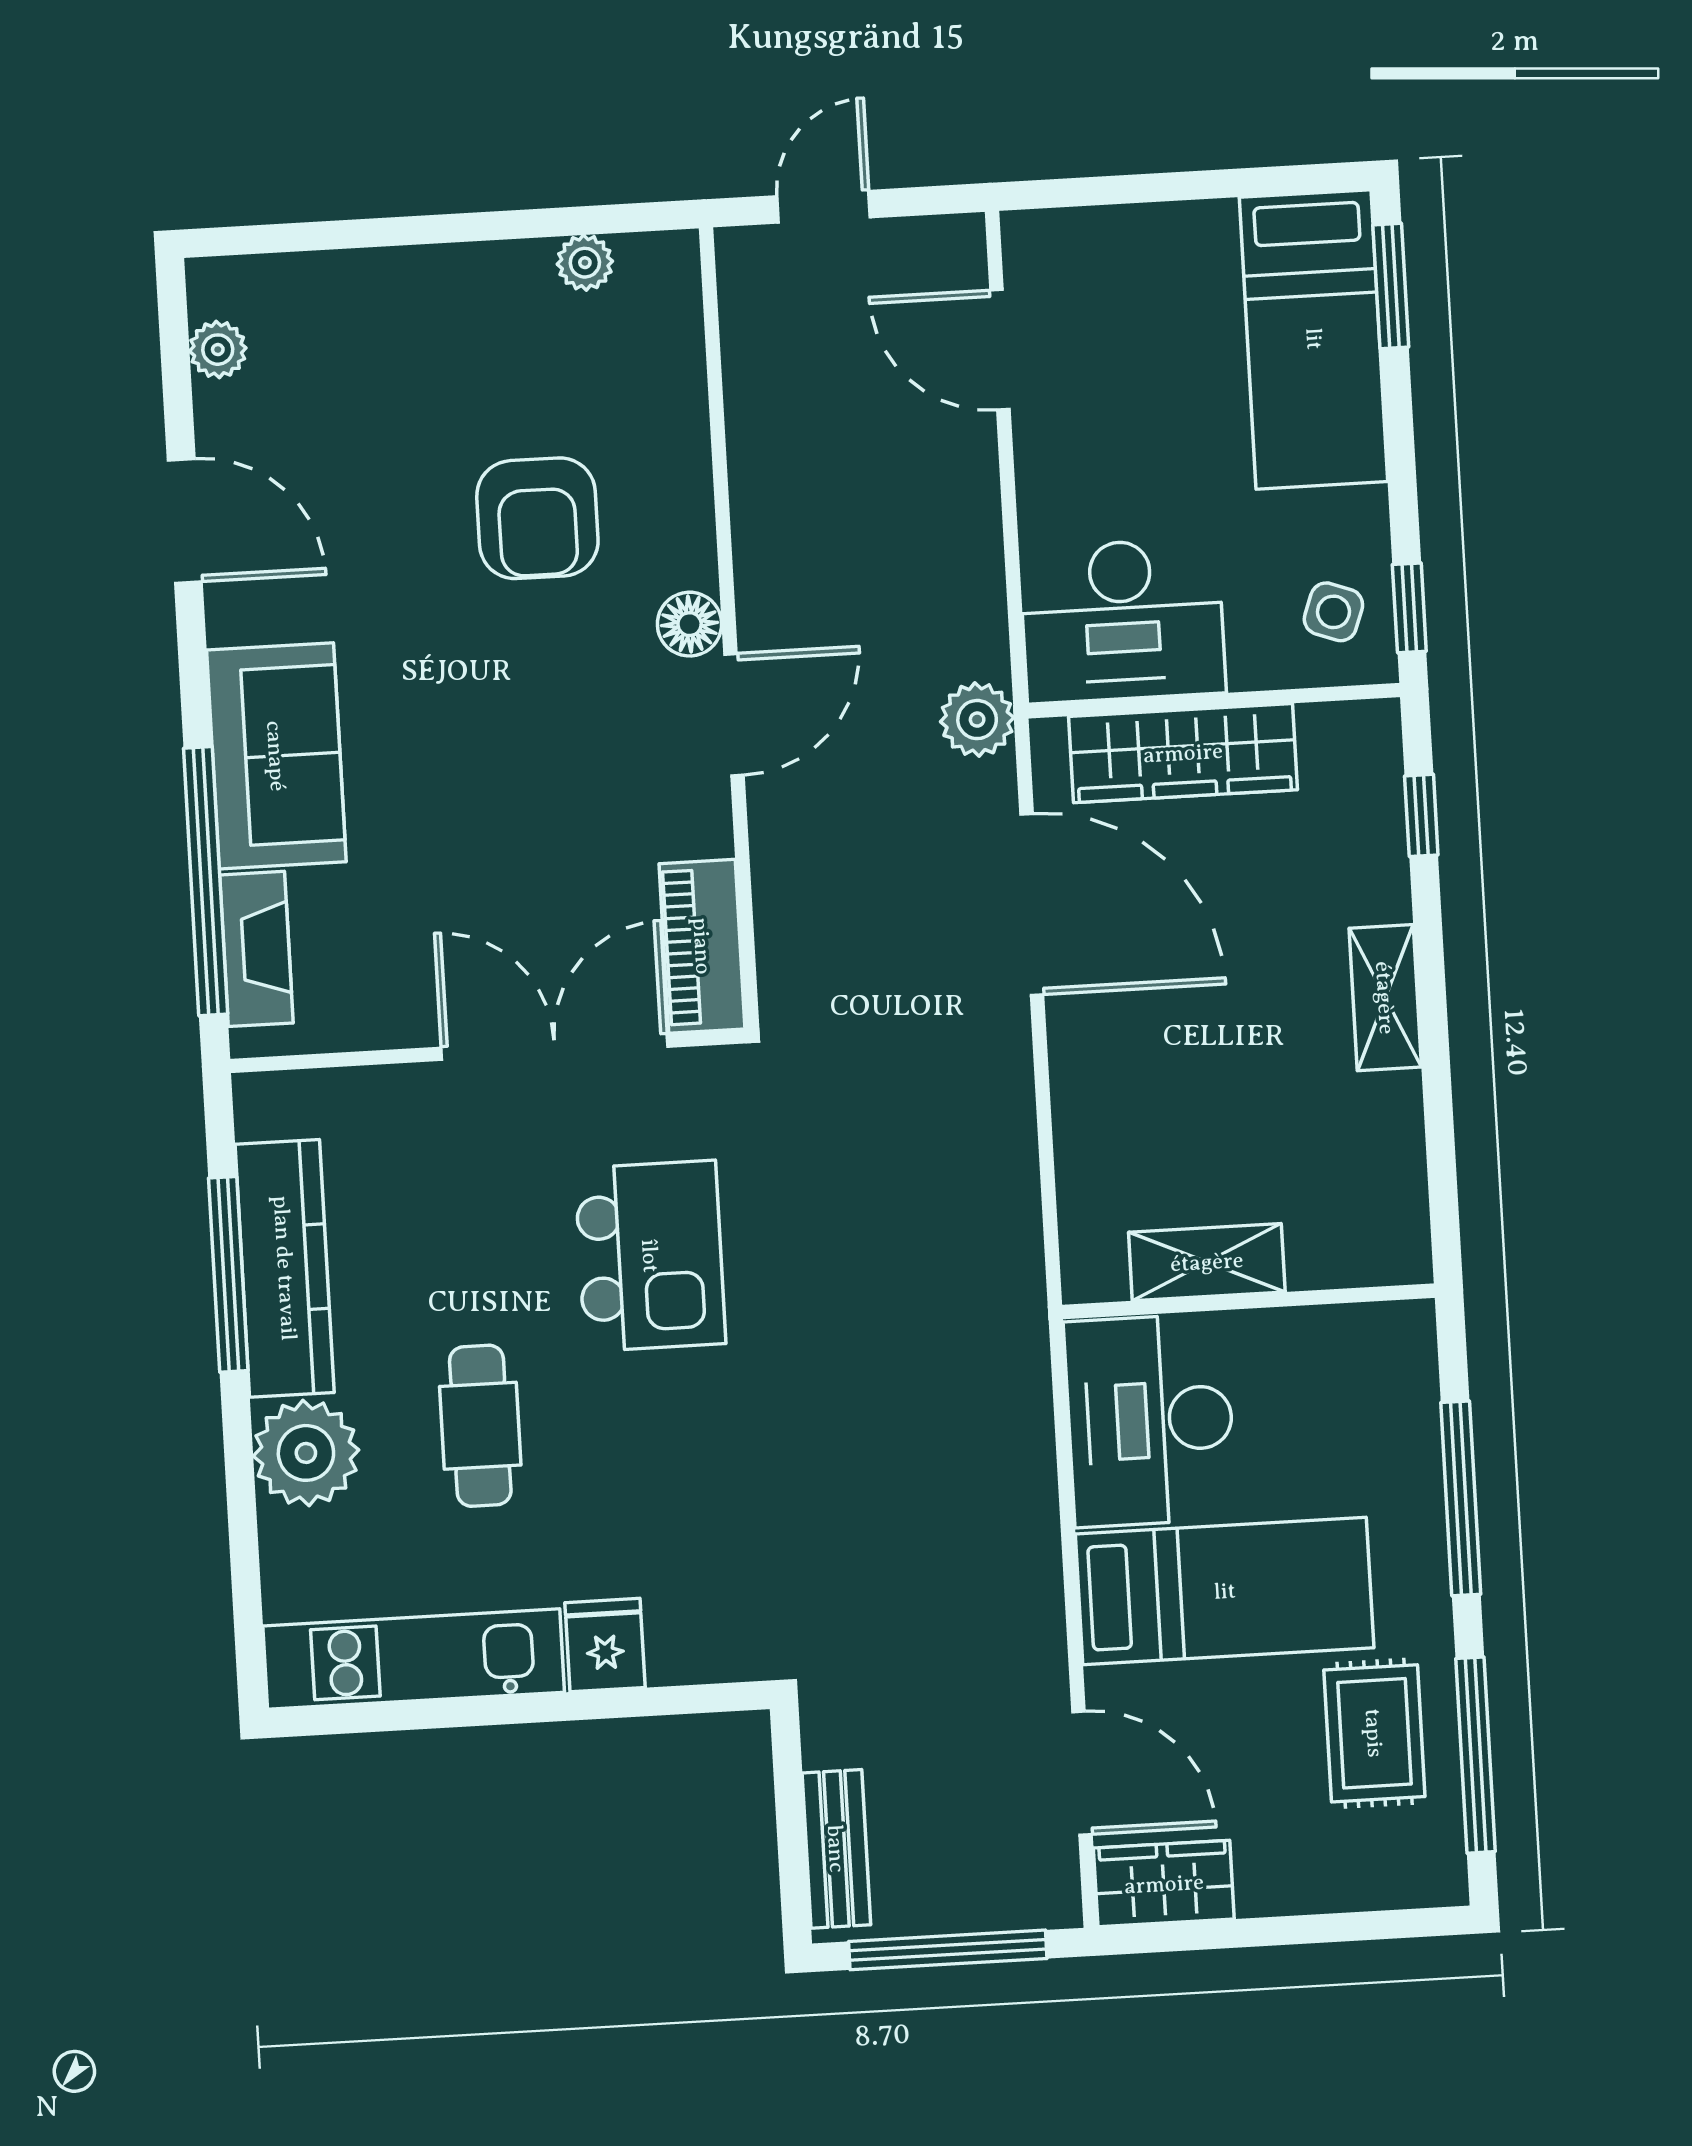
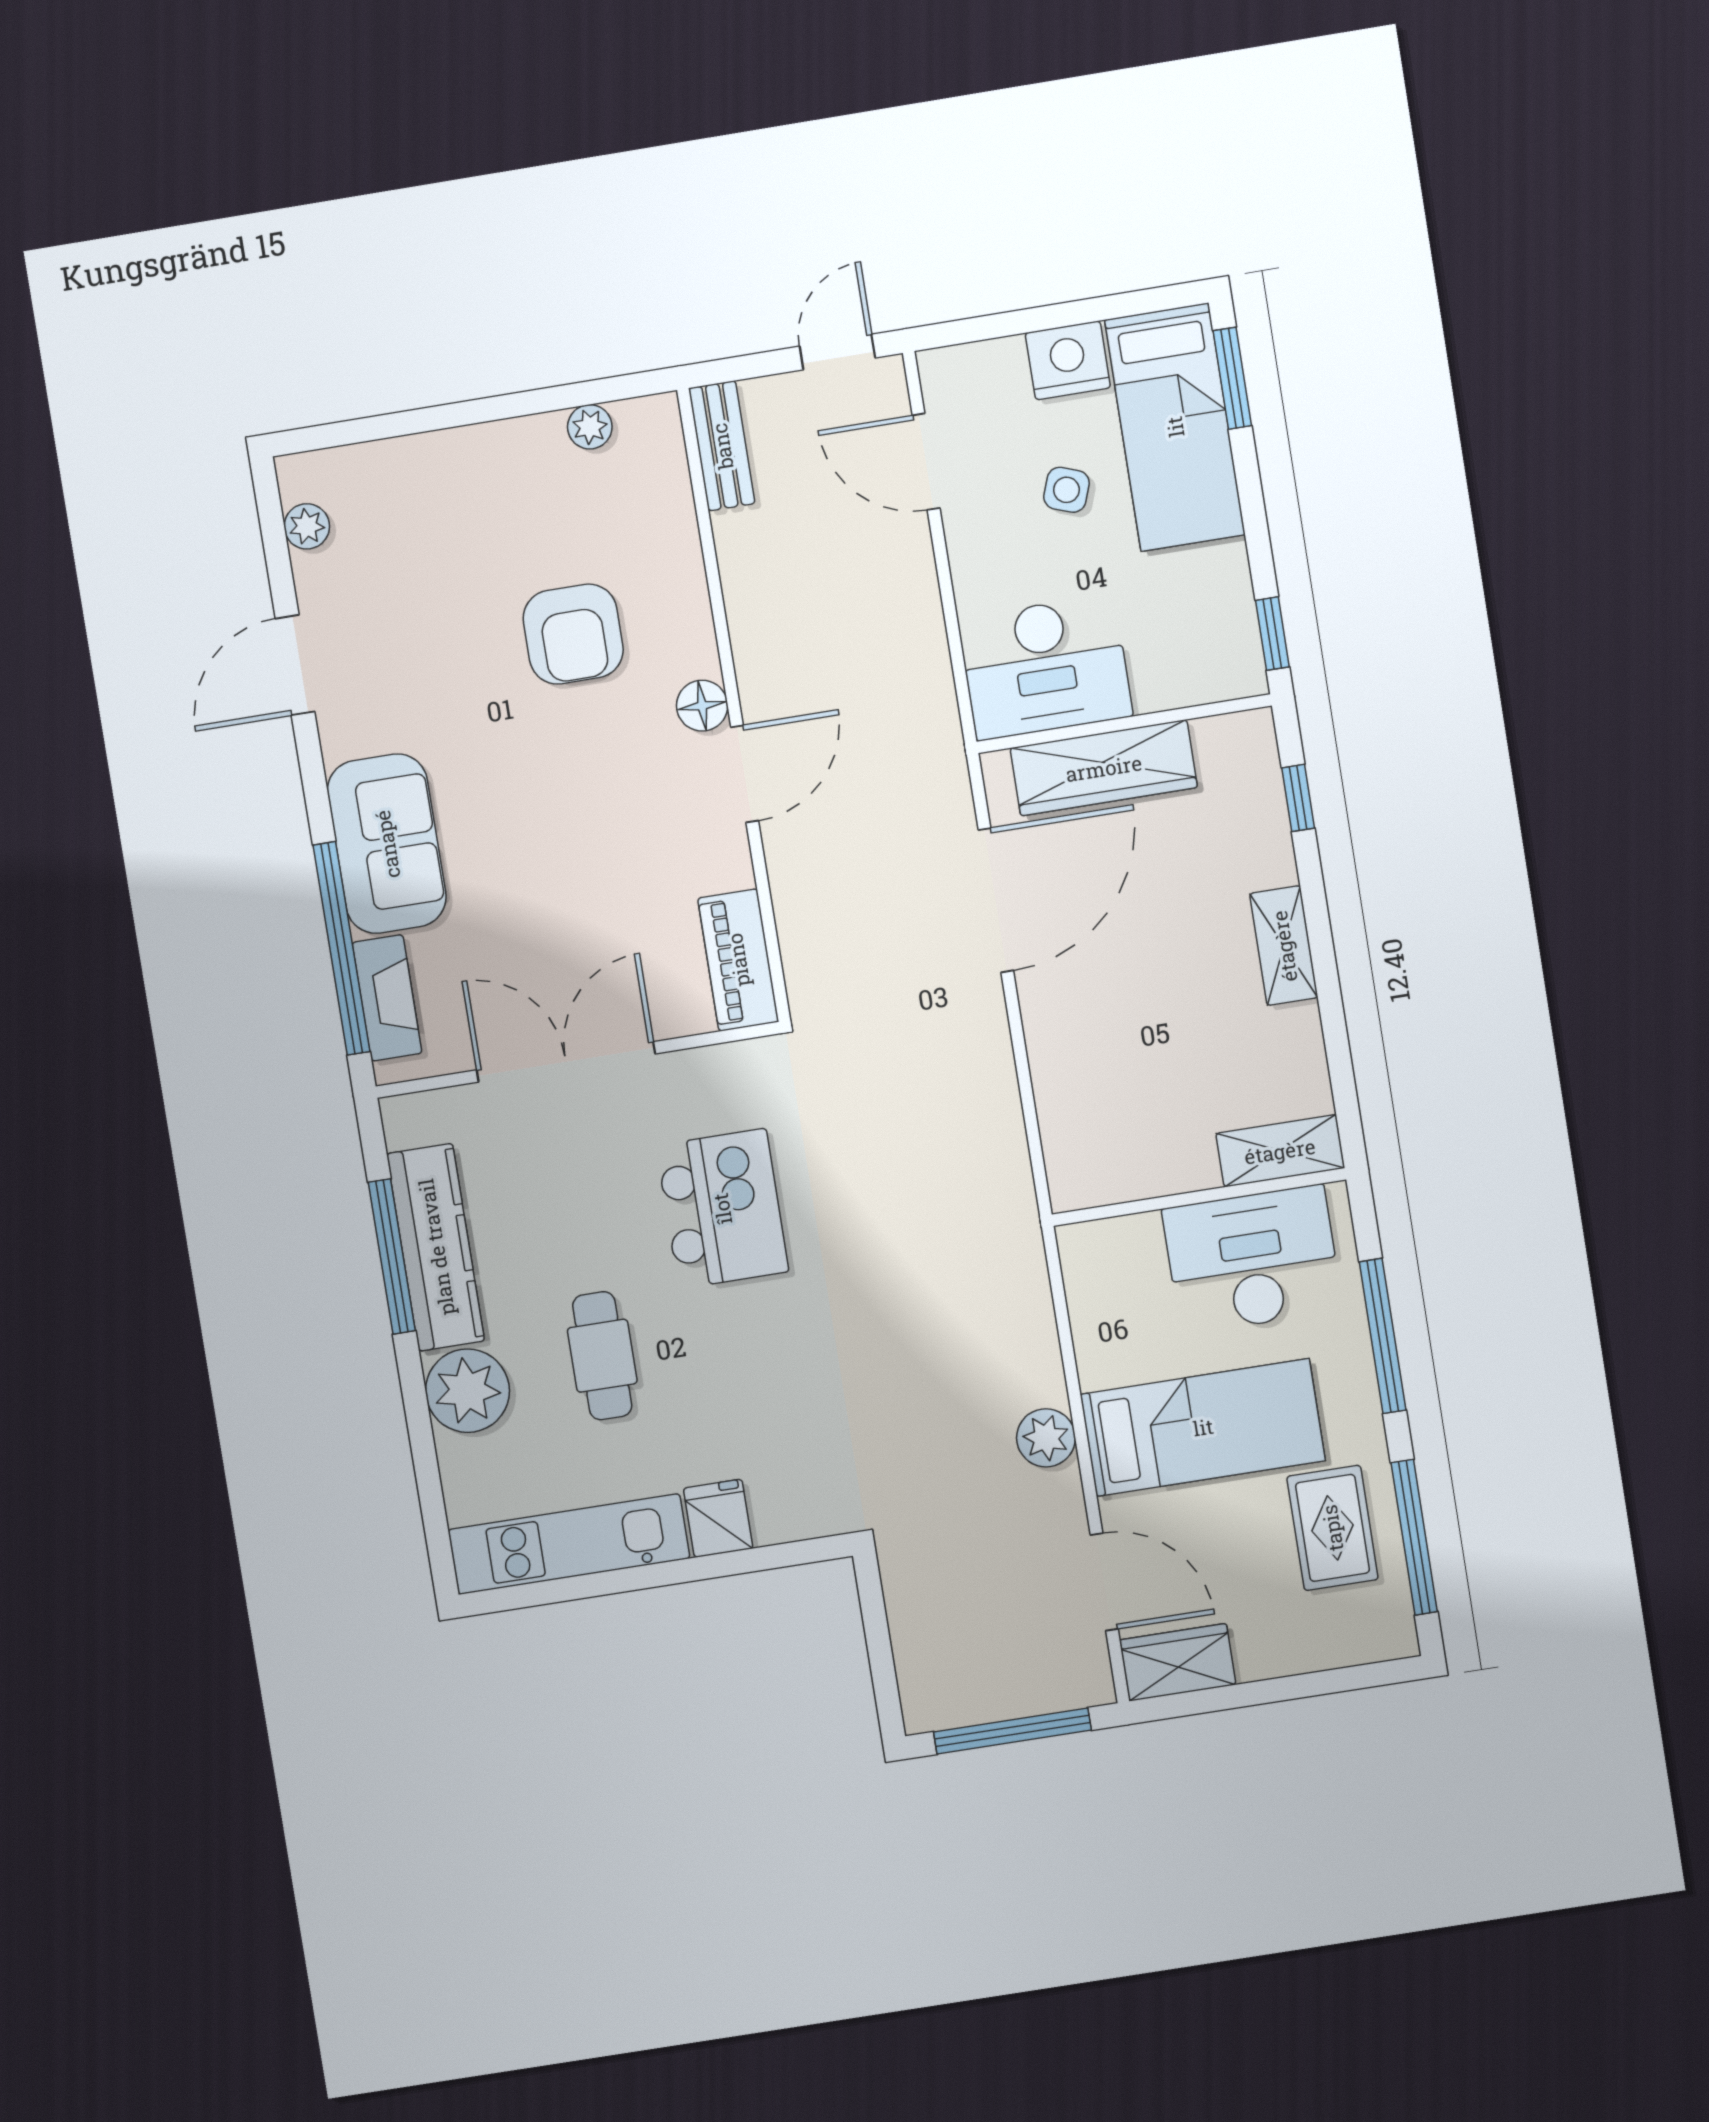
door: (824, 207) -> (837, 352), moved
nightstand: (1189, 243) -> (1068, 360), added
door: (185, 521) -> (295, 665), swing flipped
side table: (1333, 612) -> (1066, 490), moved
plant: (977, 720) -> (1046, 1438), moved
door: (1032, 904) -> (996, 900), hinge flipped
double door: (554, 1047) -> (566, 1062), moved
shelving: (1207, 1262) -> (1280, 1151), moved
desk: (1150, 1420) -> (1252, 1260), moved, turned 90
bench: (836, 1849) -> (722, 446), moved

